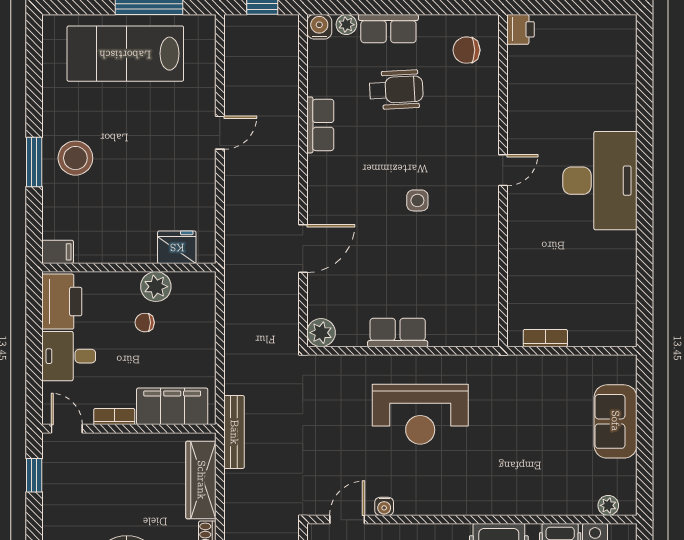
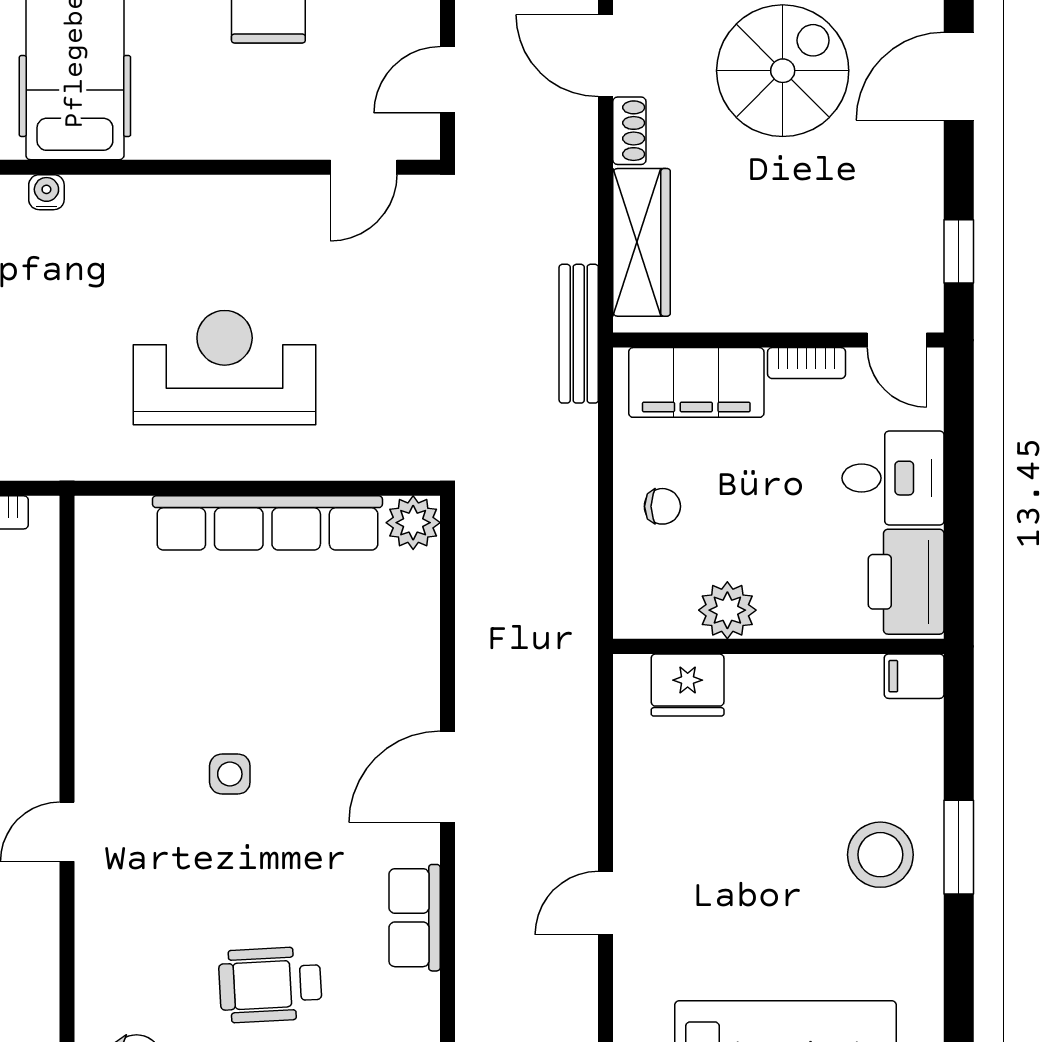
door: (303, 248) -> (447, 777), moved
chair: (145, 323) -> (662, 506), moved
row of seats: (398, 332) -> (267, 523), width x2.02
water cooler: (384, 506) -> (46, 192), moved

